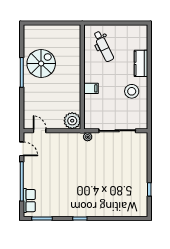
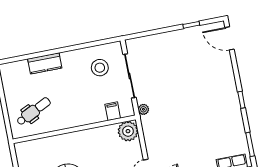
filing cabinet: (91, 88) -> (113, 111), moved
stool: (132, 91) -> (100, 68), moved
door: (132, 219) -> (229, 38), added

